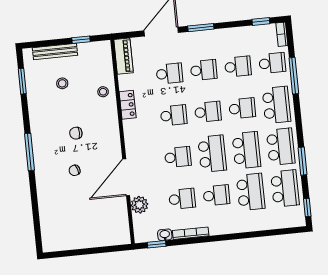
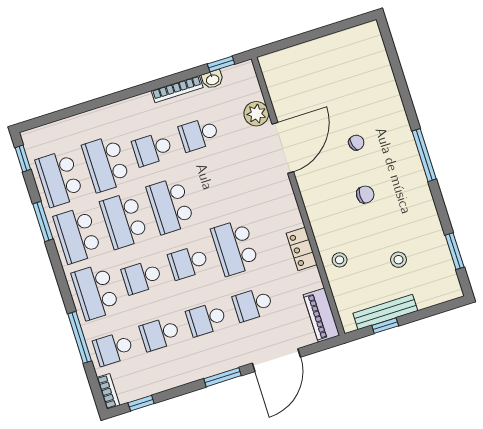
bench: (55, 52) -> (385, 312), moved
school desk: (174, 115) -> (235, 248), width x1.85
school desk: (178, 157) -> (217, 191), removed

